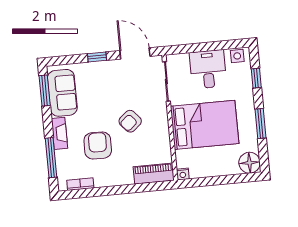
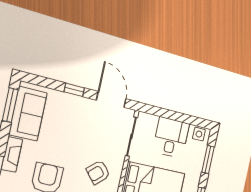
window: (256, 78) -> (208, 159), width x1.50
armchair: (130, 121) -> (98, 172), moved

